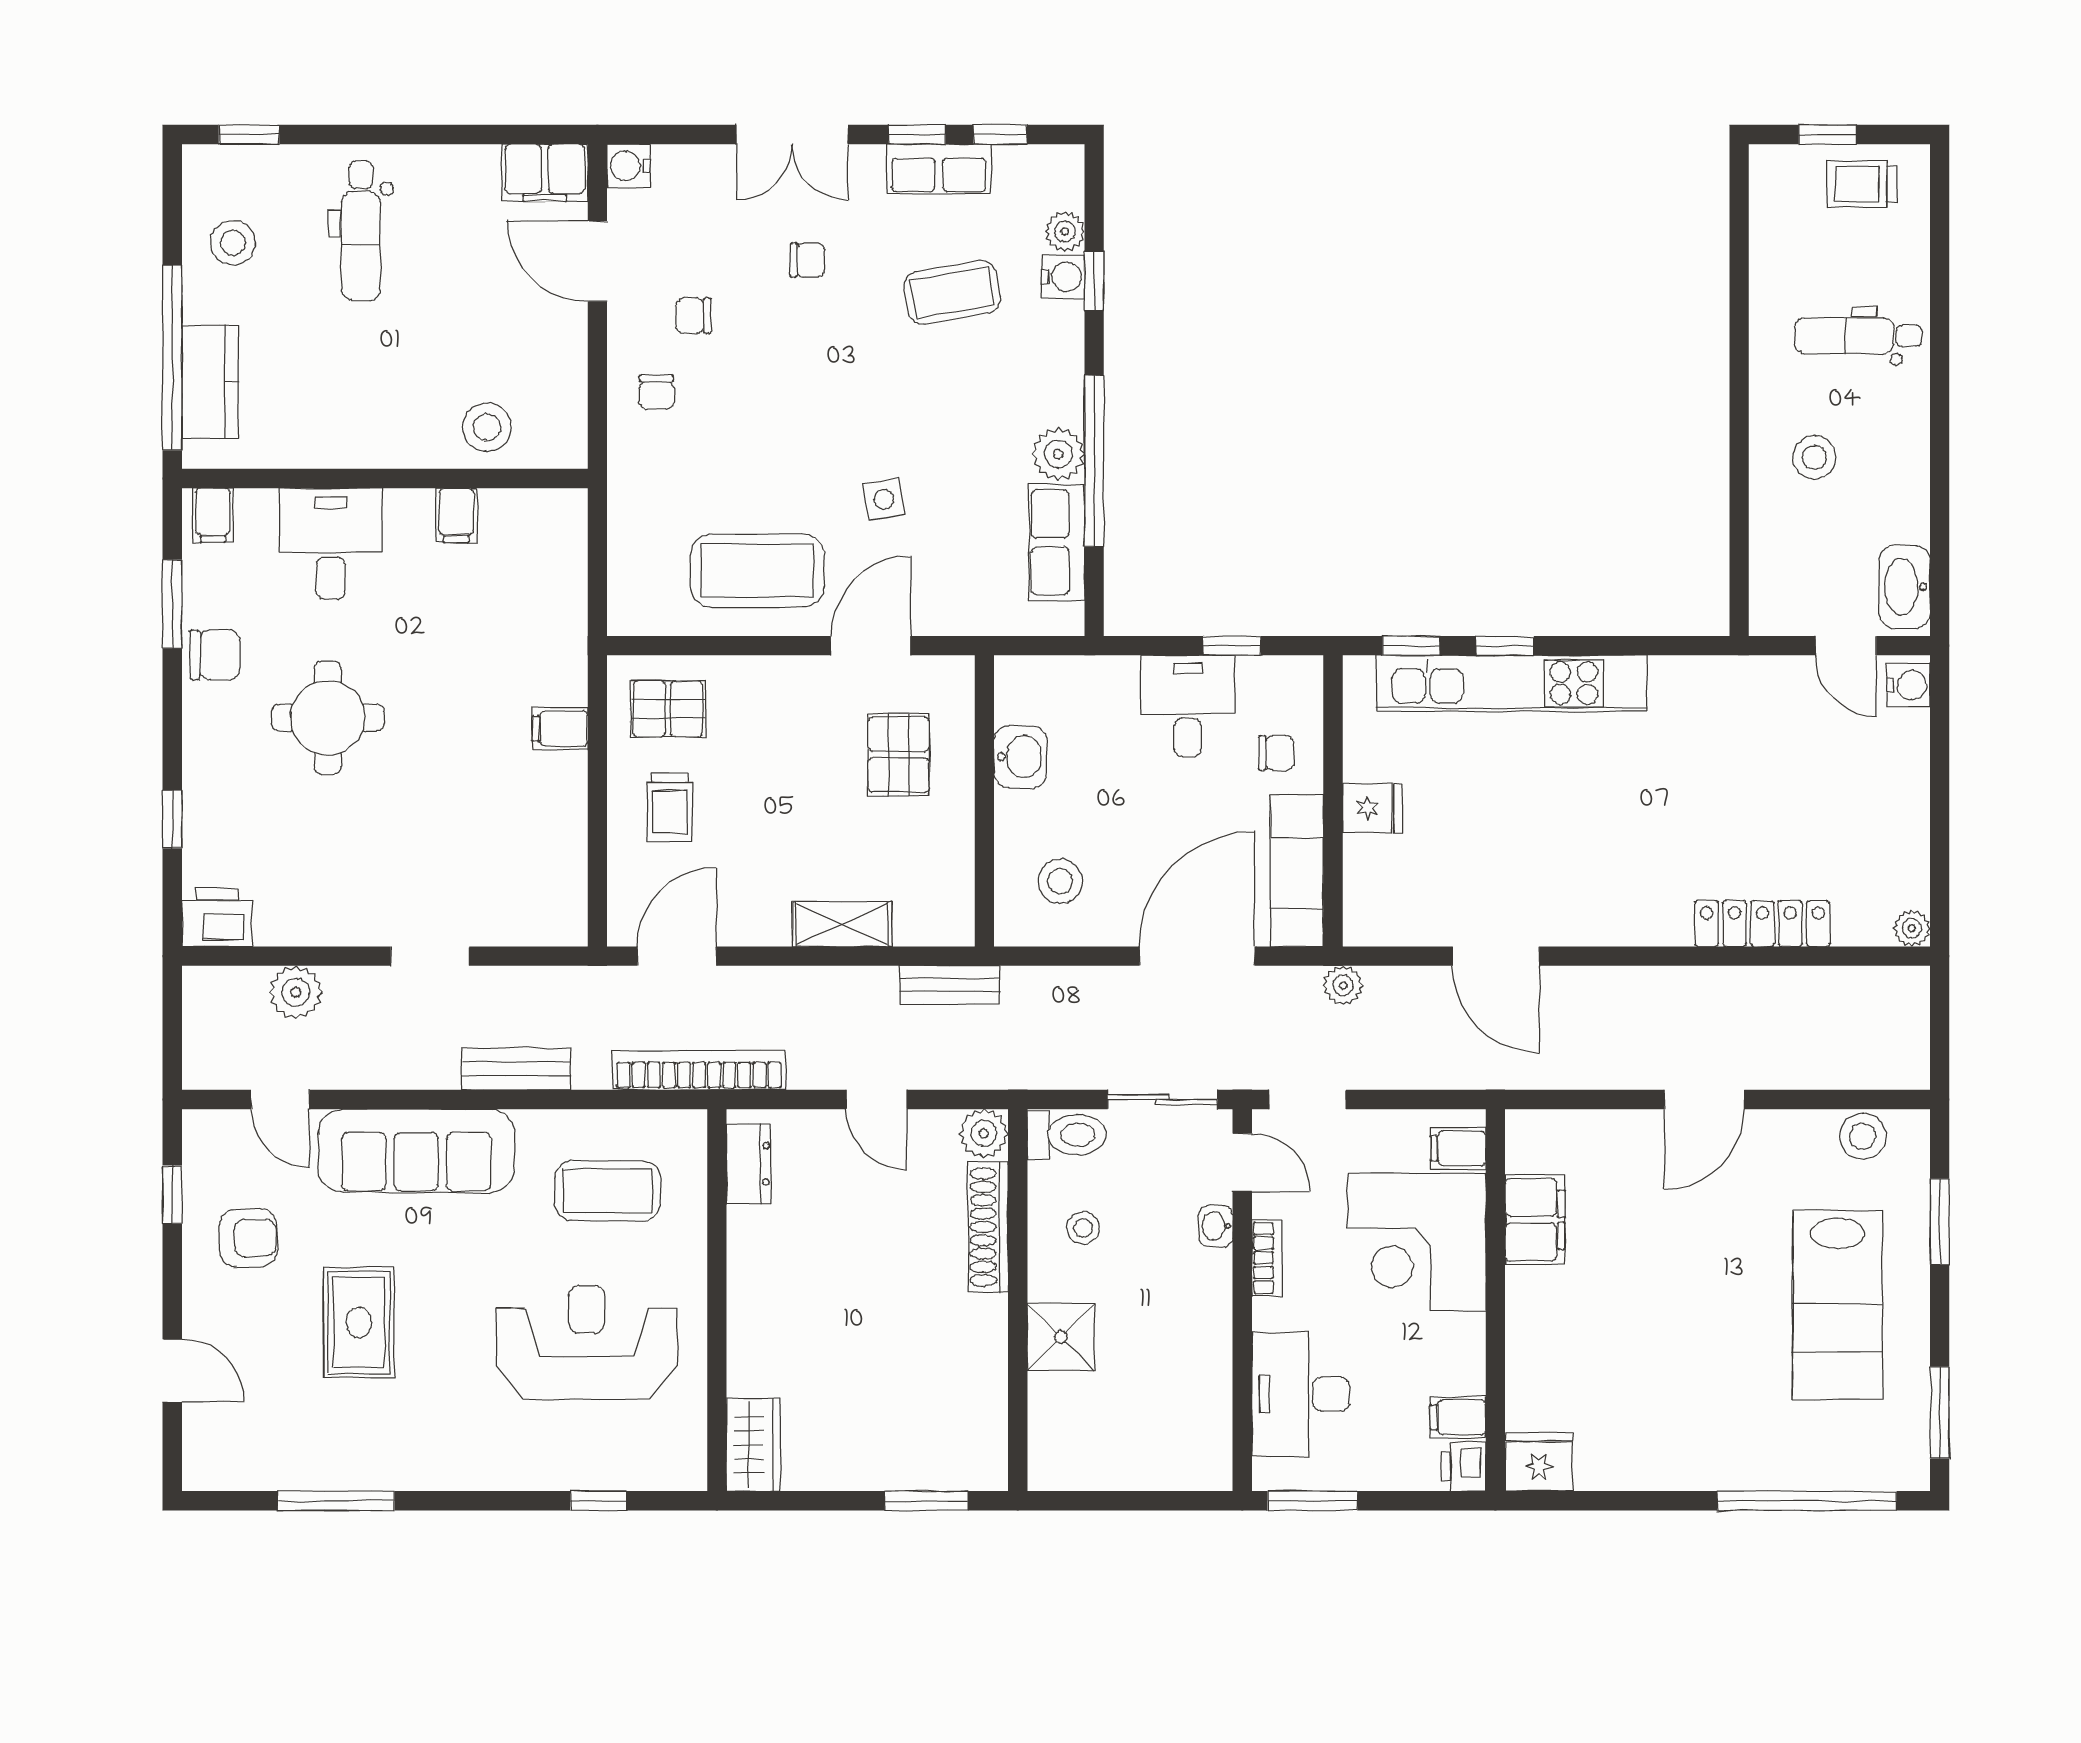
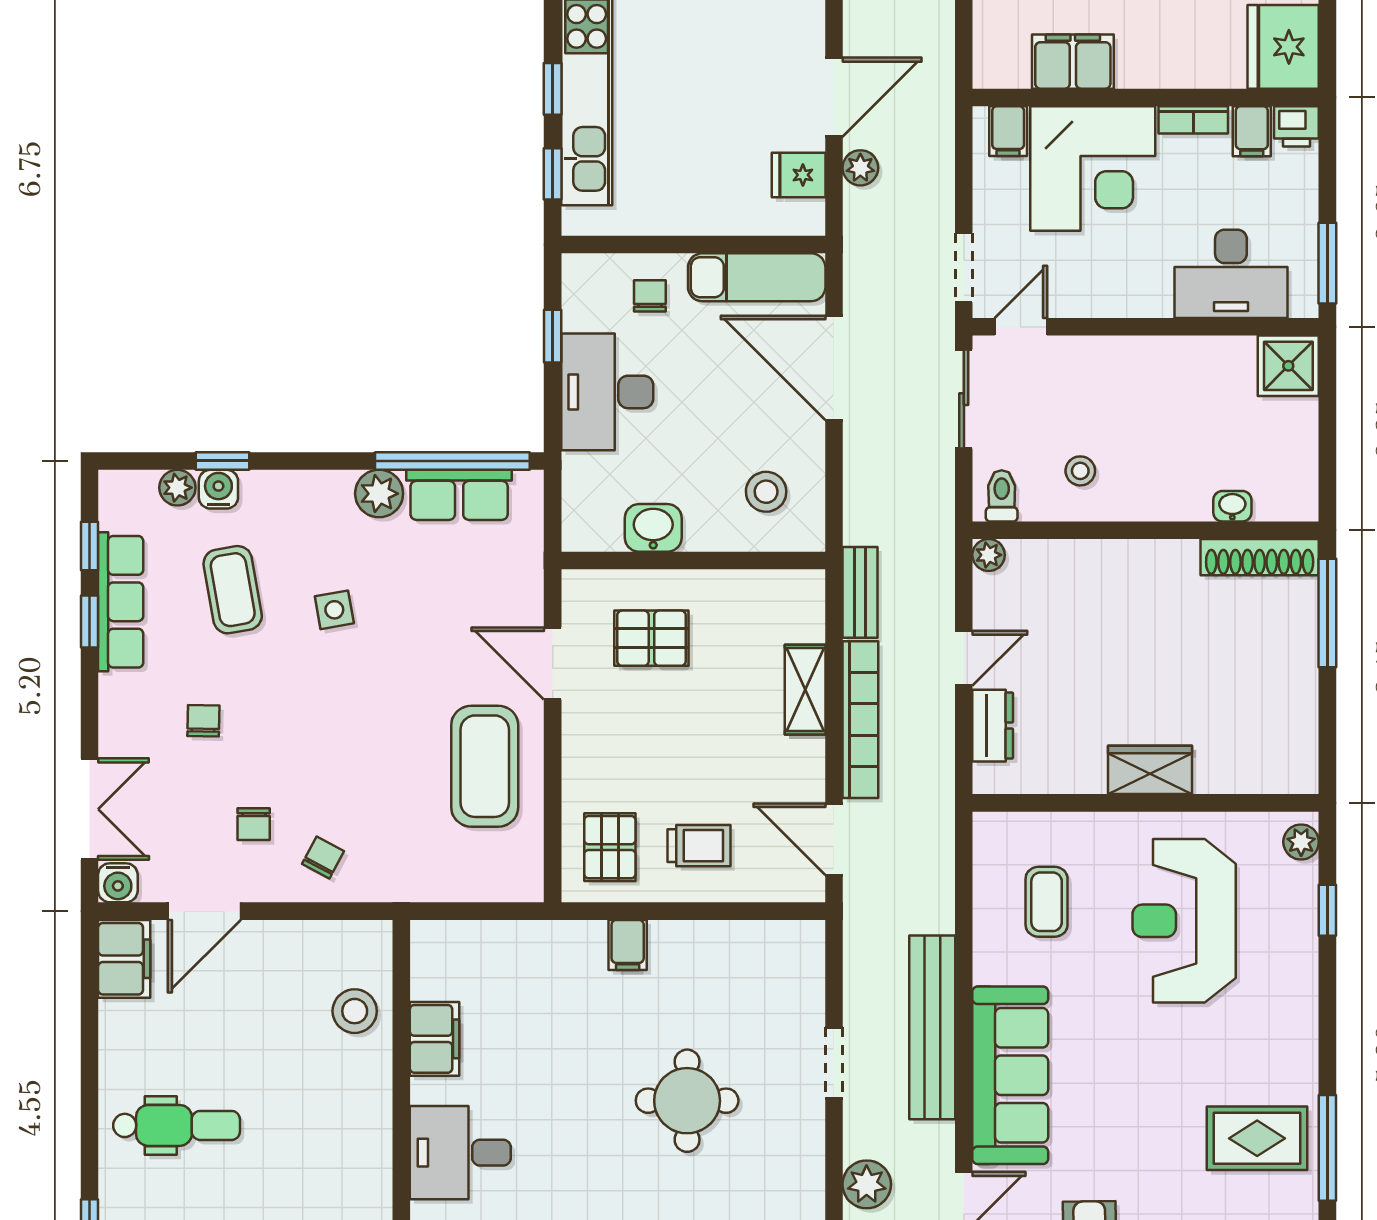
double door: (792, 135) -> (90, 809), moved
row of seats: (939, 169) -> (121, 602), width x1.48
chair: (657, 392) -> (323, 858), turned -62
window: (1094, 461) -> (452, 461), moved
side table: (884, 499) -> (334, 610), moved
filing cabinet: (456, 515) -> (434, 1039), width x2.00
desk: (1188, 706) -> (607, 392), width x1.37
round table: (328, 718) -> (687, 1101), moved
fridge: (1372, 808) -> (799, 175), moved, turned -90
plant: (1343, 985) -> (860, 168), moved
bench: (516, 1069) -> (932, 1027), width x1.86, depth x1.21
bookcase: (699, 1070) -> (860, 720), moved, turned 180
plant: (984, 1133) -> (989, 555), width x0.73, depth x0.73
toilet: (1067, 1135) -> (1002, 496), width x0.73, depth x0.72
dresser: (749, 1164) -> (993, 726), moved, turned 90
coffee table: (608, 1191) -> (1047, 902), width x0.73, depth x0.77
washbasin: (1216, 1226) -> (1232, 506), moved, turned 180
shoe rack: (988, 1227) -> (1260, 557), moved
bookcase: (1267, 1258) -> (1193, 120), moved, turned 180
rug: (359, 1323) -> (1257, 1138), moved
shower: (1061, 1337) -> (1288, 366), moved
wardrobe: (753, 1445) -> (1150, 770), moved
fridge: (1539, 1462) -> (1283, 47), width x1.36, depth x1.34
plant: (674, 1472) -> (1301, 842), added
window: (926, 1501) -> (1327, 613), width x1.44

